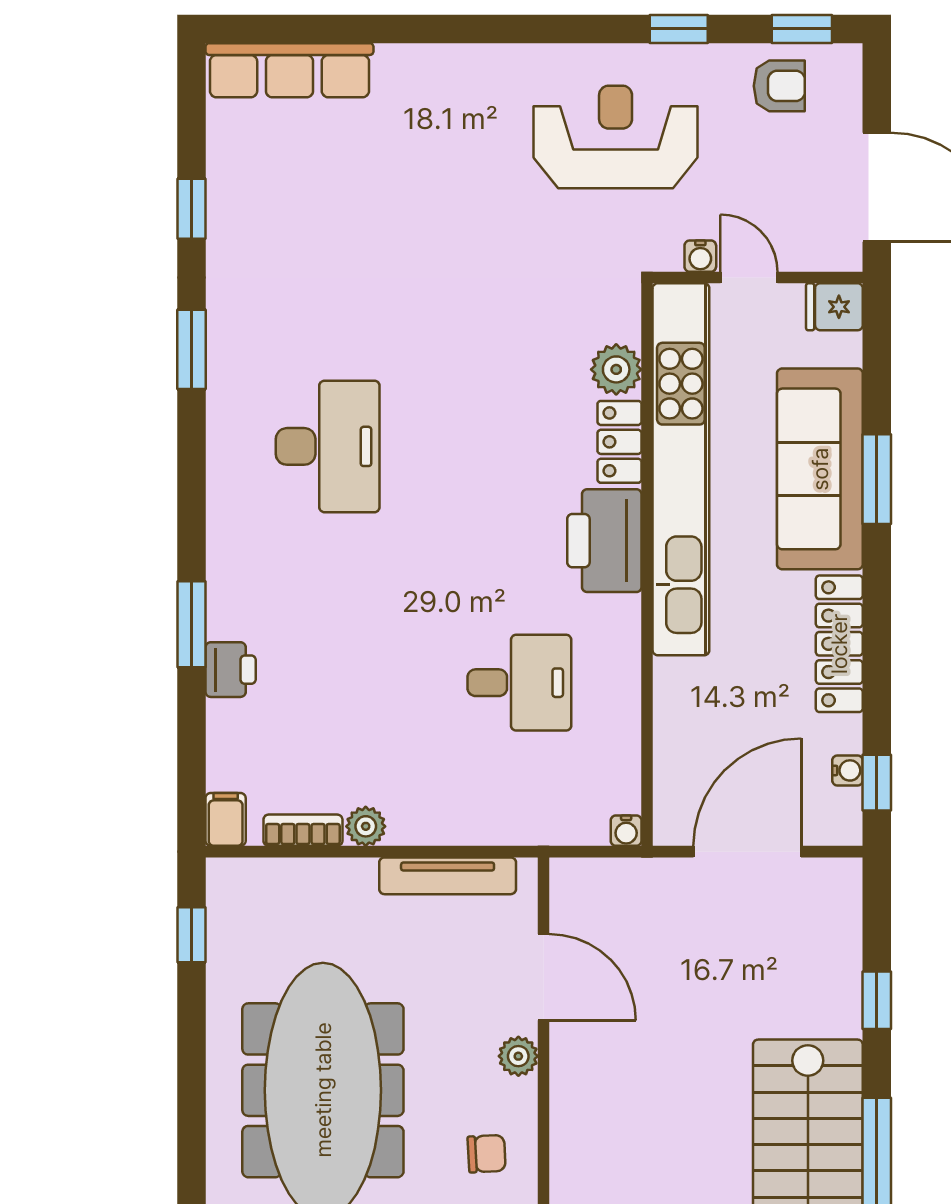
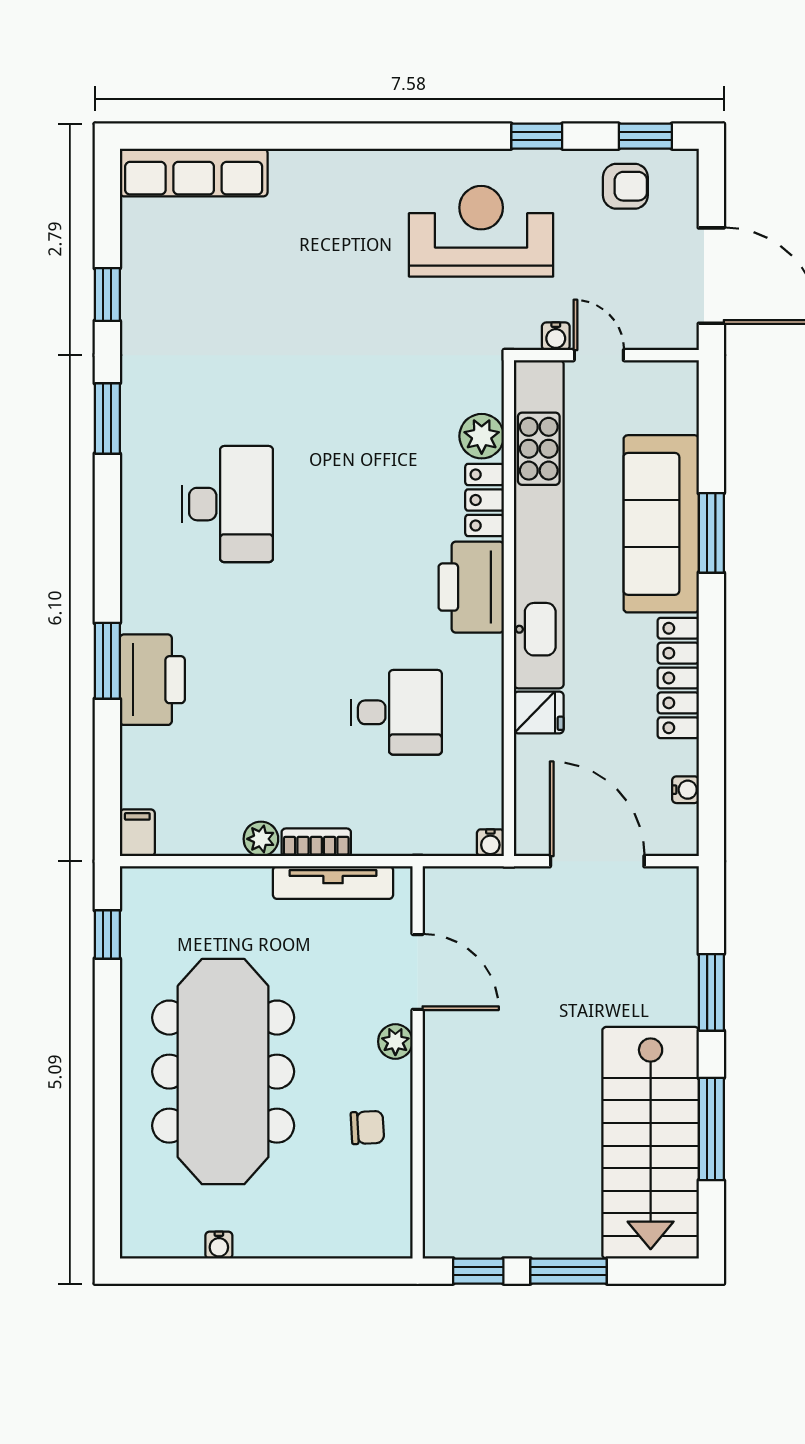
fridge: (834, 307) -> (539, 712), moved, turned 180
printer: (231, 670) -> (152, 680), width x1.87, depth x1.48
window: (877, 783) -> (711, 800), removed
bookcase: (303, 830) -> (316, 842), moved
door: (747, 852) -> (597, 861), hinge flipped
window: (877, 1000) -> (711, 992), width x1.50

